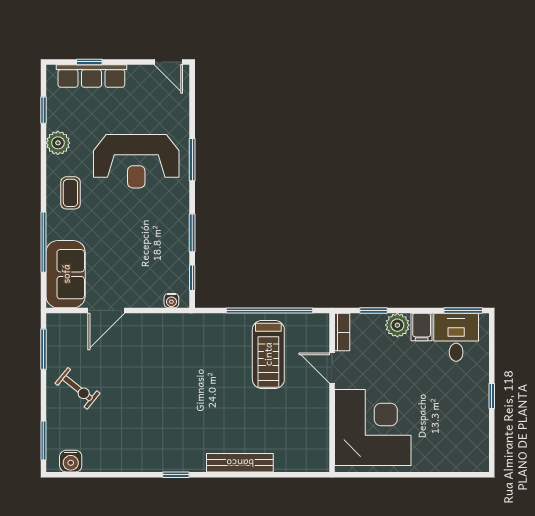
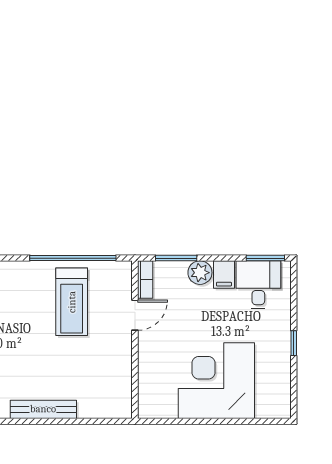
window: (373, 310) -> (176, 258), width x1.50
door: (332, 368) -> (135, 315), swing flipped
corner desk: (373, 428) -> (216, 381), moved, turned -90

